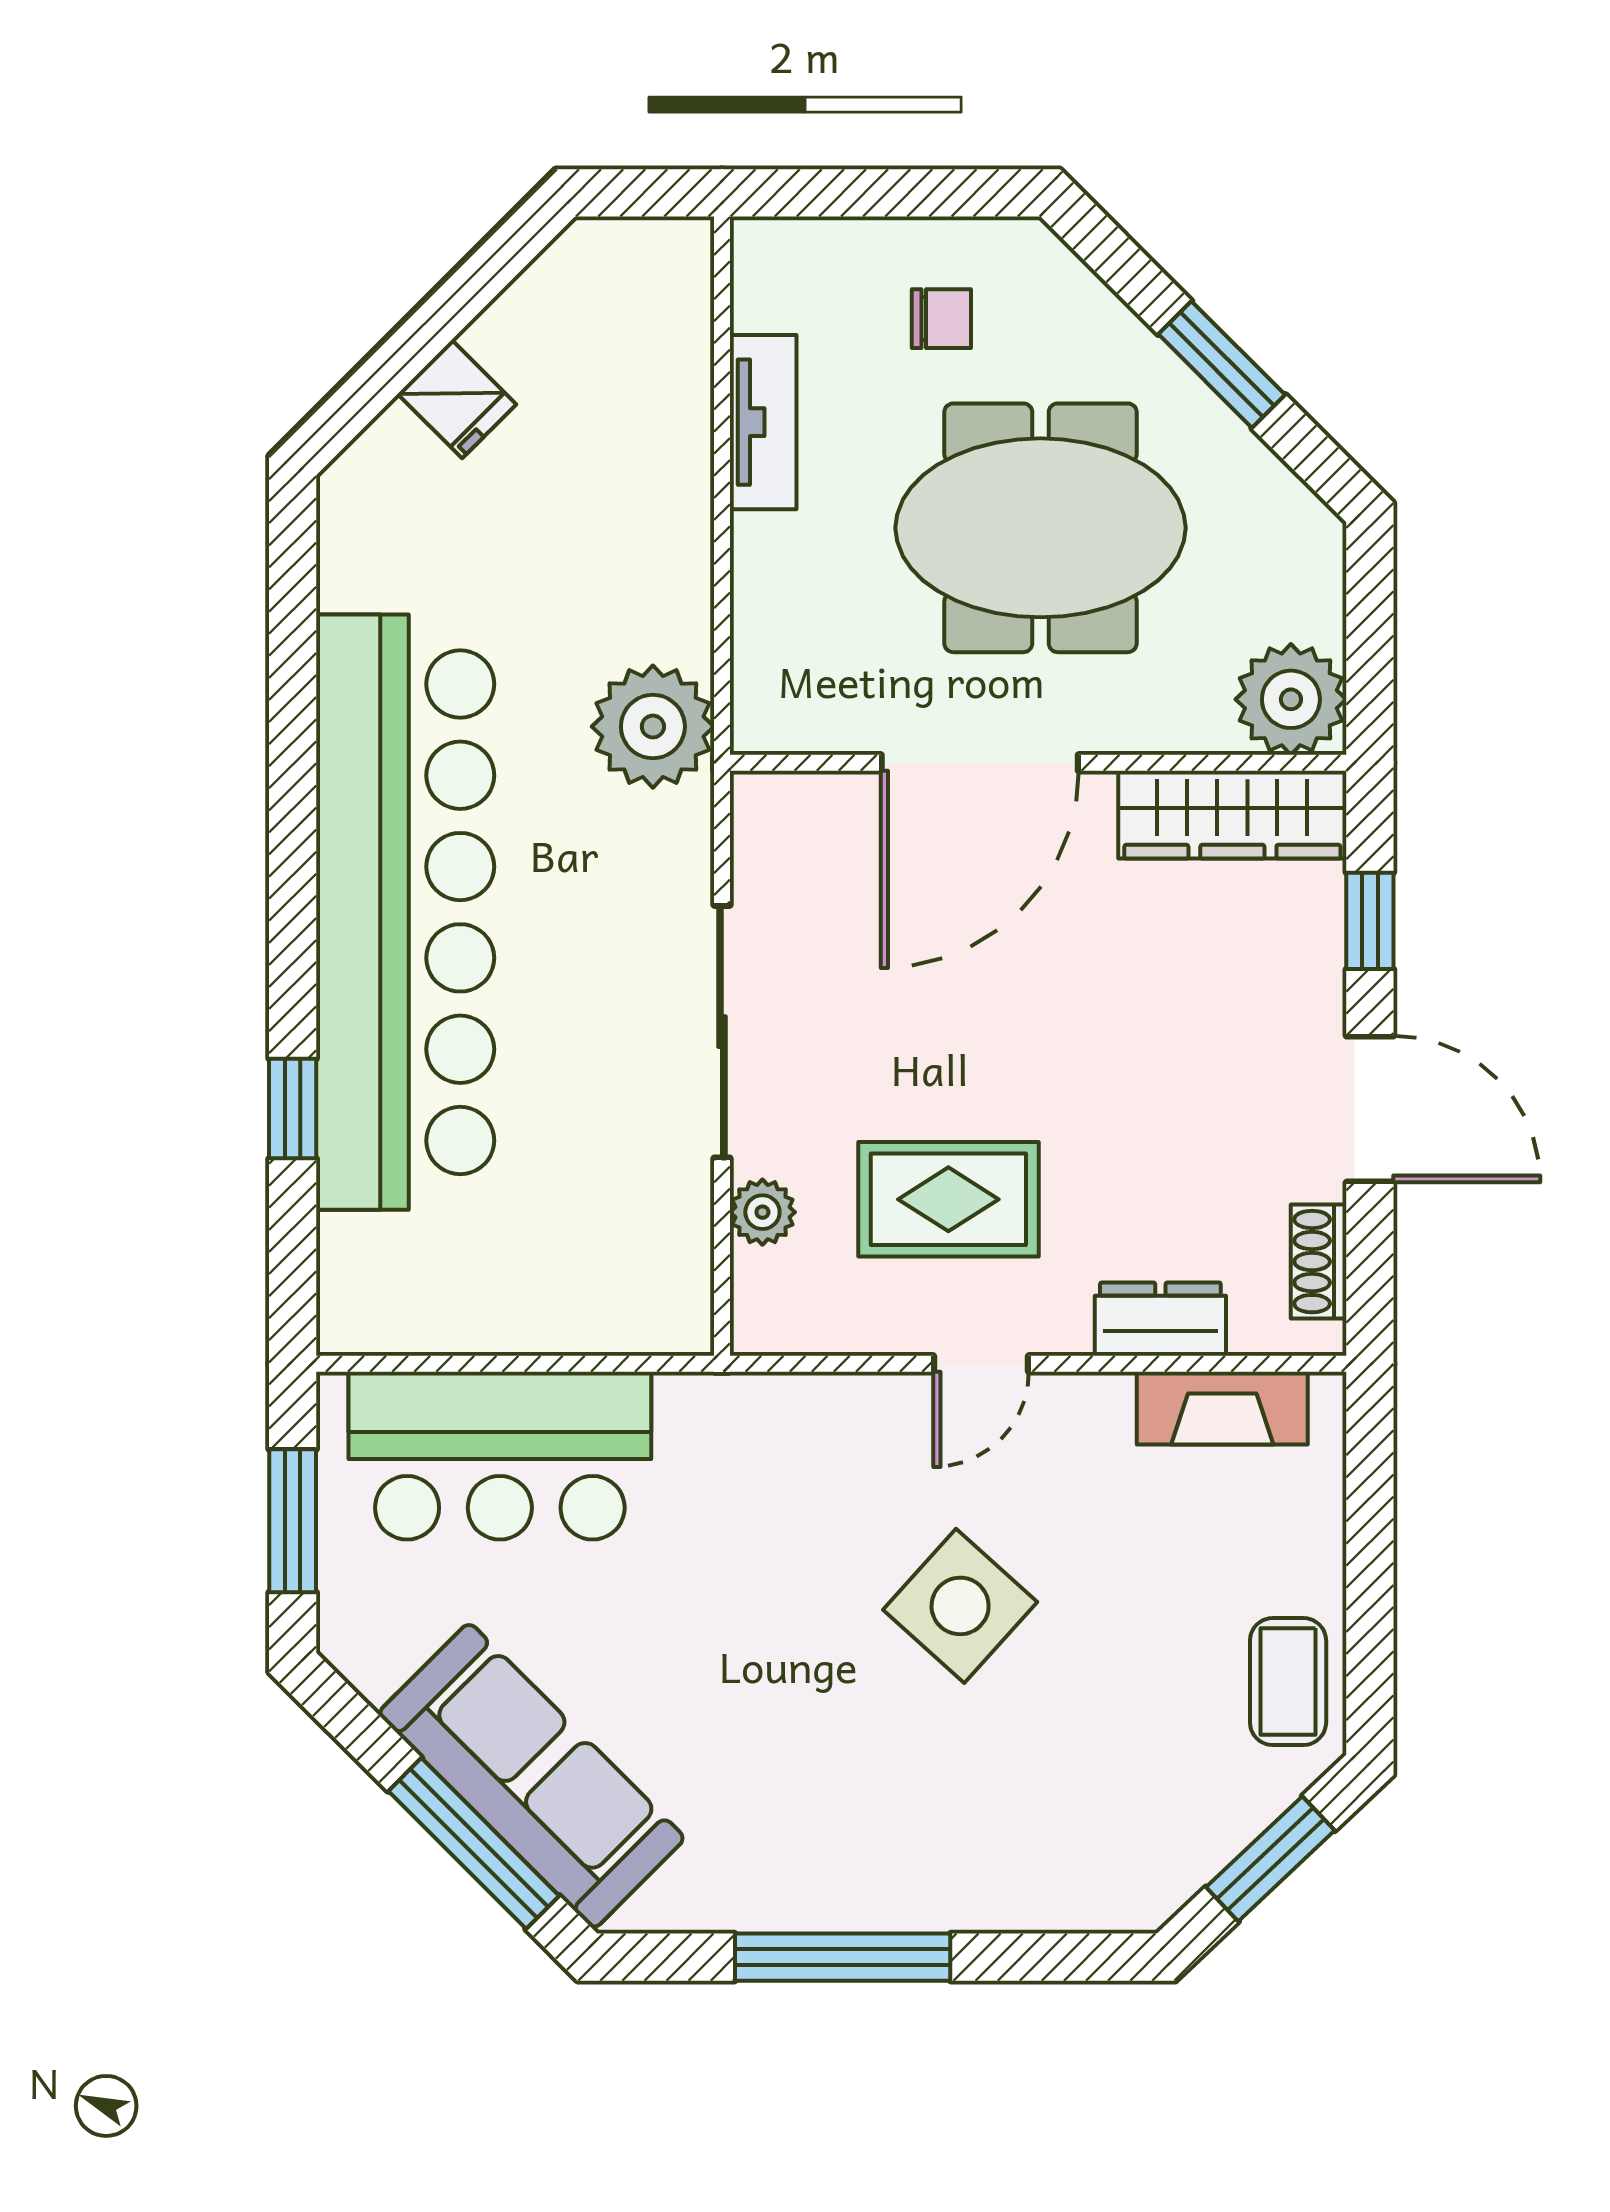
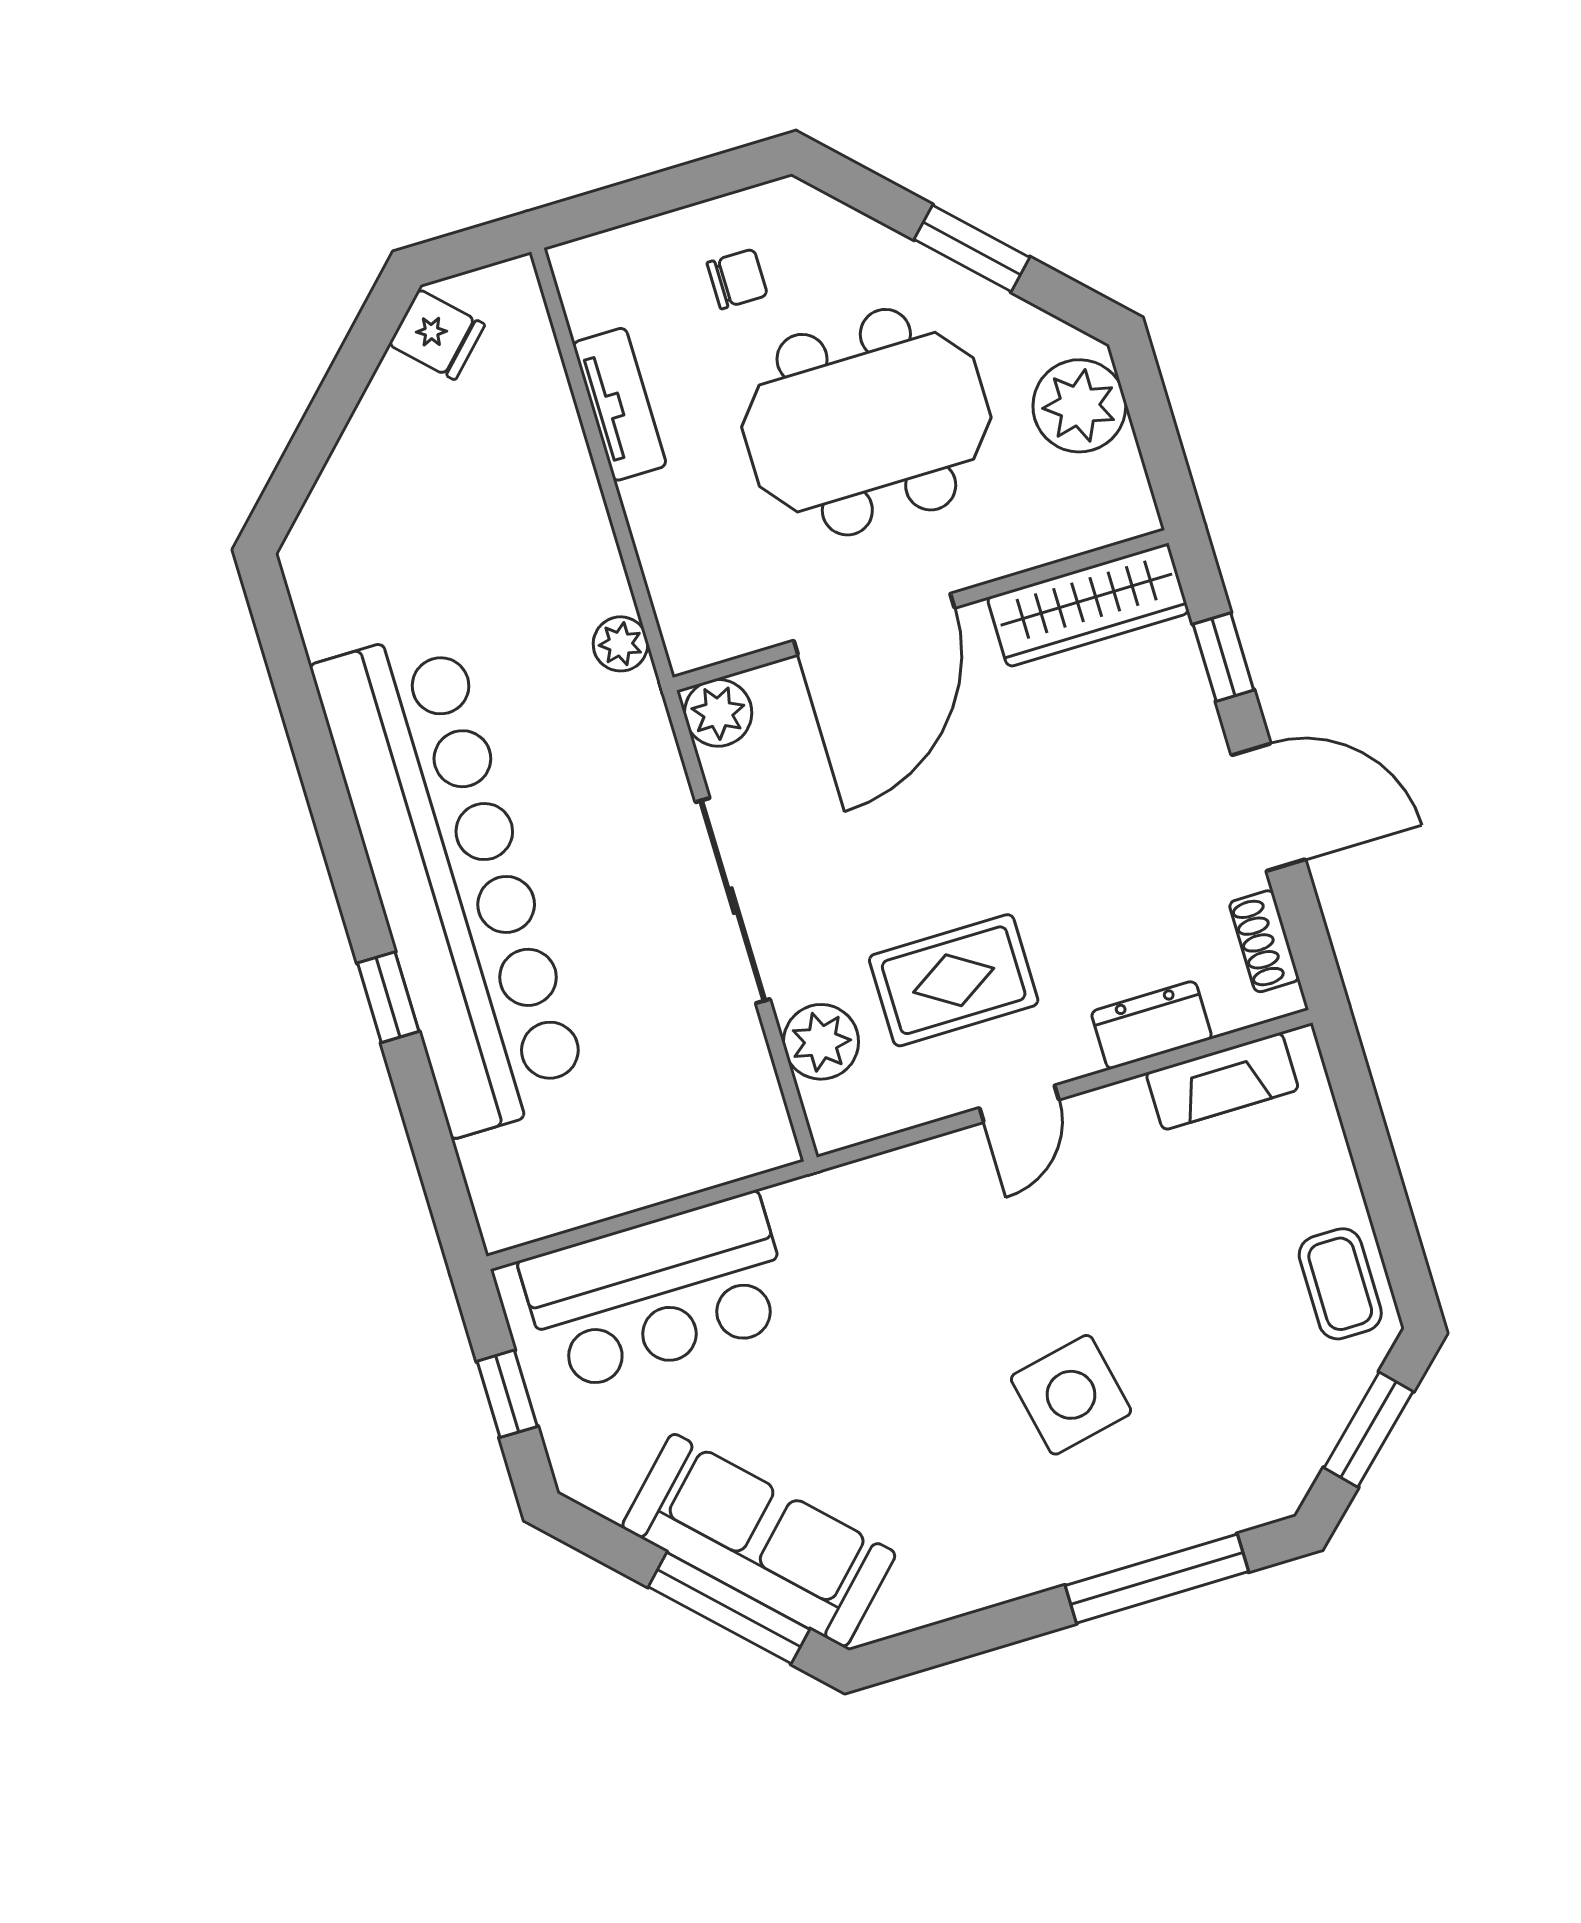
fridge: (457, 399) -> (437, 334), moved
plant: (1291, 699) -> (1079, 406), moved
plant: (653, 727) -> (621, 644), width x0.53, depth x0.53
plant: (770, 811) -> (718, 713), added
window: (293, 1109) -> (388, 997), moved
plant: (762, 1212) -> (821, 1042), width x1.38, depth x1.38
window: (293, 1521) -> (507, 1394), width x0.67
side table: (960, 1606) -> (1071, 1395), moved, turned 36
window: (843, 1957) -> (1157, 1579), moved

